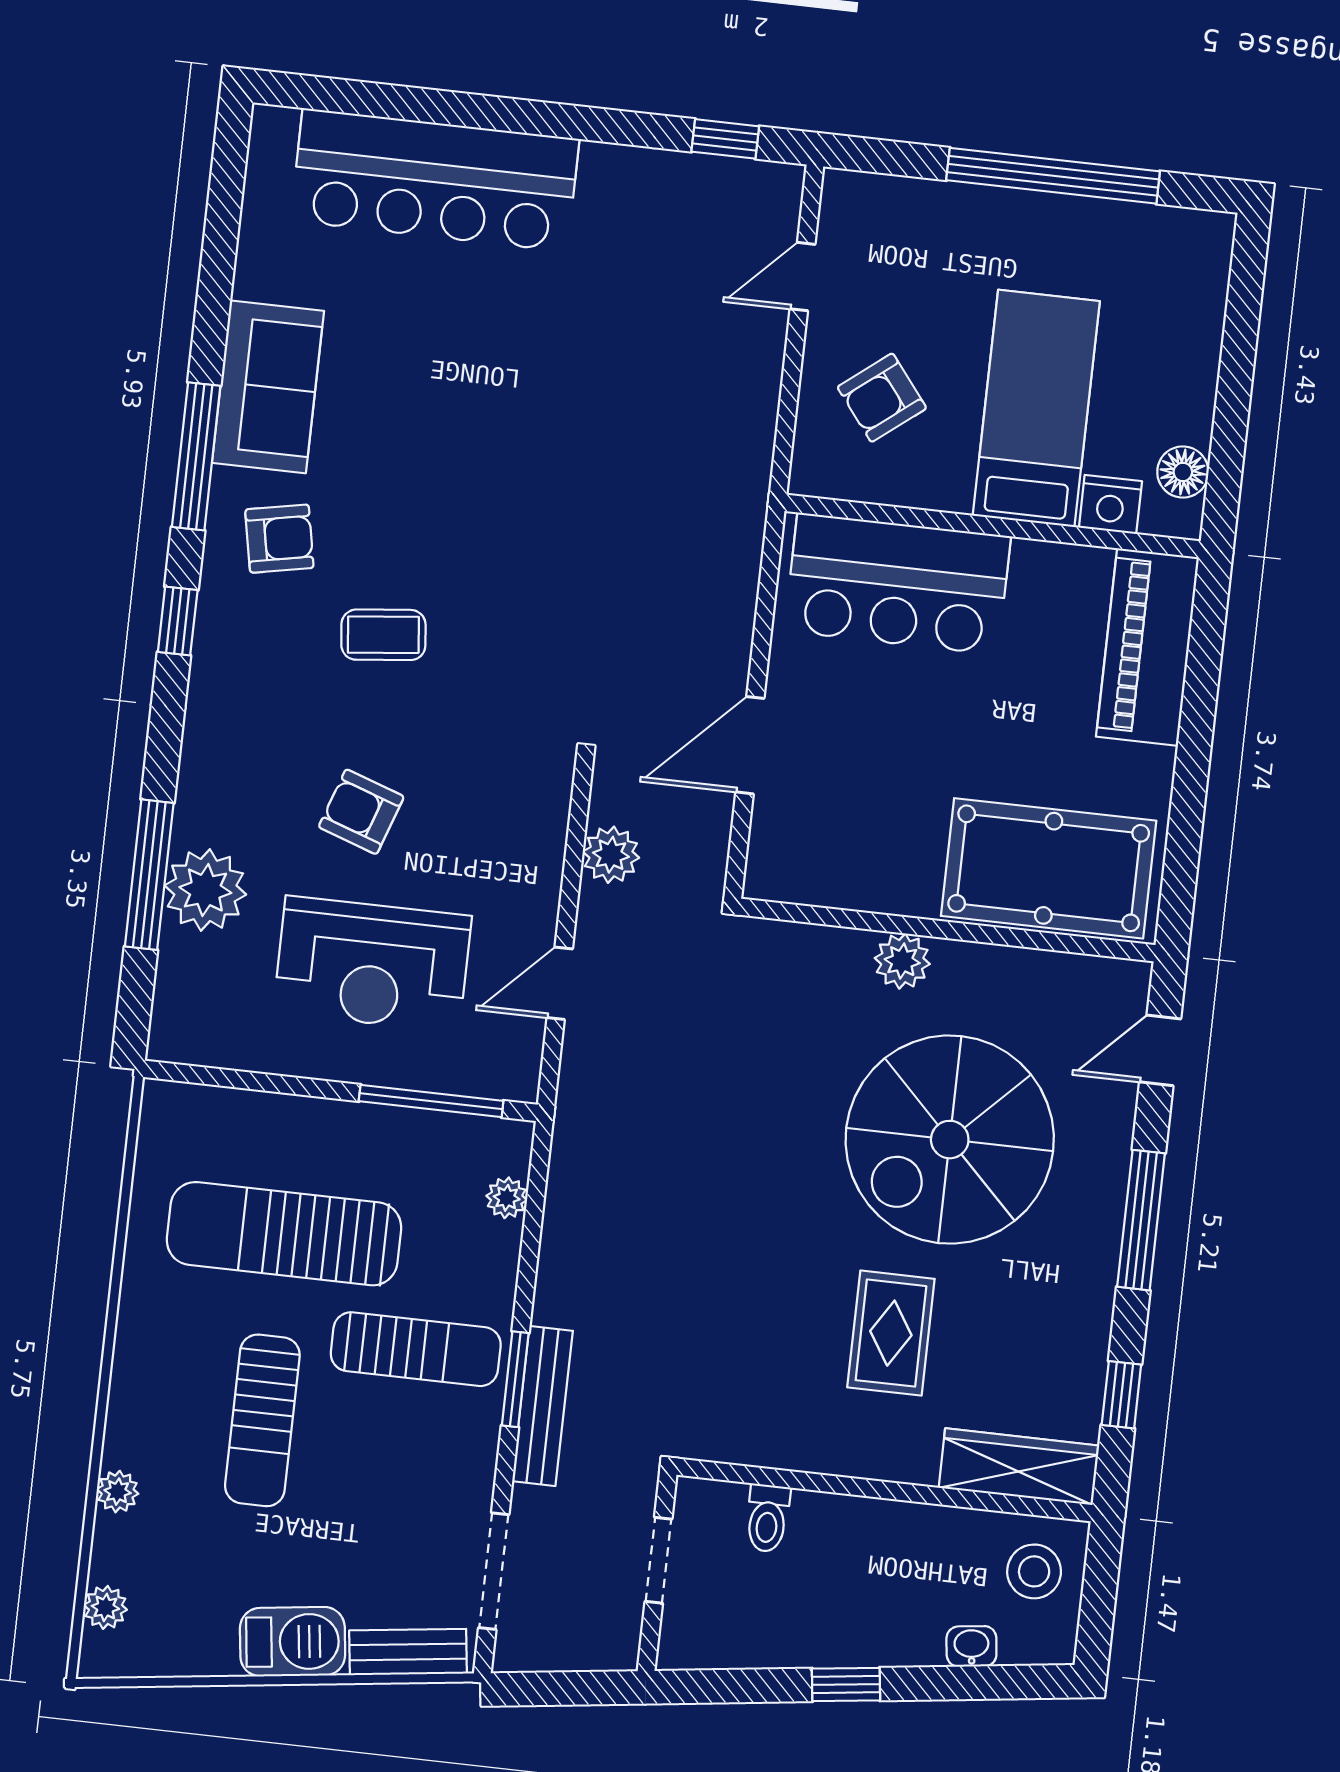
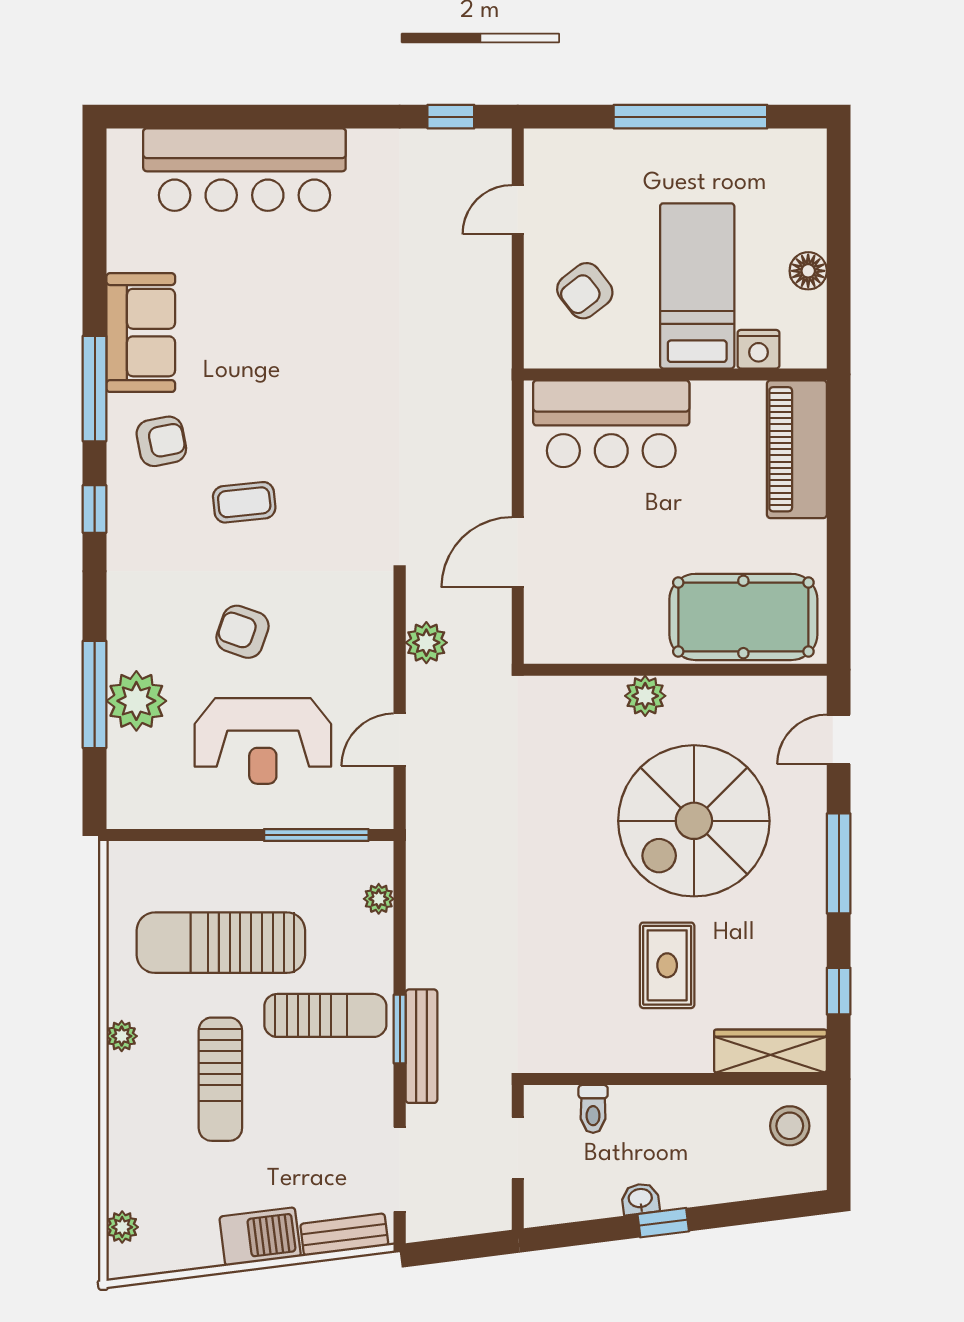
floor lamp: (1183, 472) -> (808, 271), moved
plant: (118, 1492) -> (122, 1036), moved
washbasin: (971, 1646) -> (640, 1199), moved

